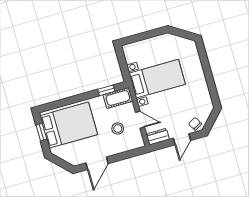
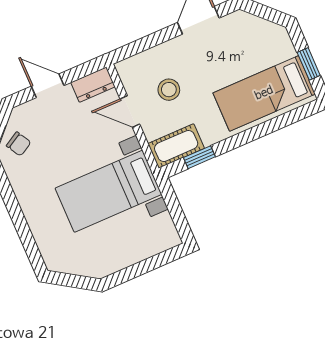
chair: (195, 124) -> (19, 144), moved
bed: (69, 125) -> (264, 93), width x0.67
door: (182, 139) -> (48, 86), hinge flipped

